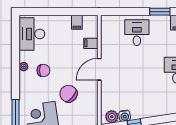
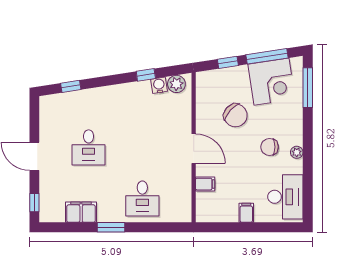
filing cabinet: (77, 22) -> (246, 213), moved
door: (99, 69) -> (194, 149), hinge flipped

